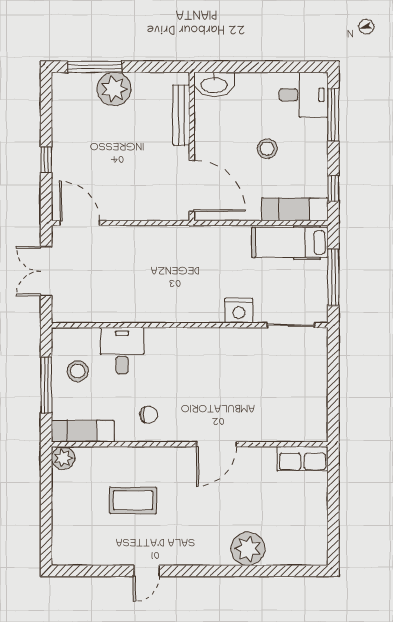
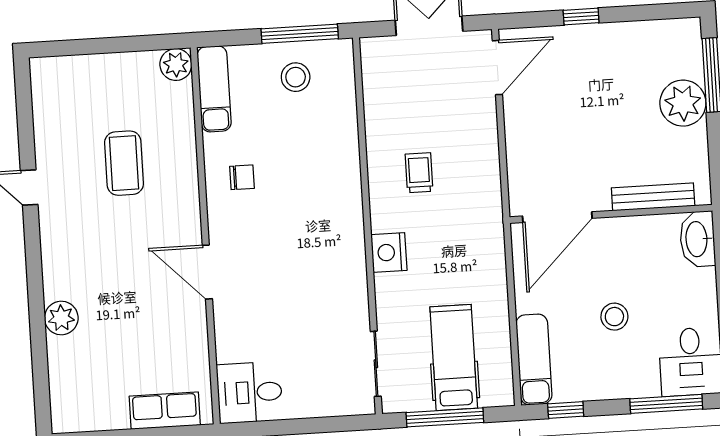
hospital bed: (290, 242) -> (454, 357), moved
trolley: (153, 285) -> (419, 173), added
nightstand: (239, 311) -> (389, 252), moved
desk: (122, 351) -> (250, 392), moved, turned 180
window: (46, 385) -> (300, 34), moved
chair: (149, 415) -> (242, 177), turned -90
row of seats: (302, 459) -> (165, 411), moved, turned 90
plant: (248, 549) -> (61, 318), width x0.73, depth x0.73

